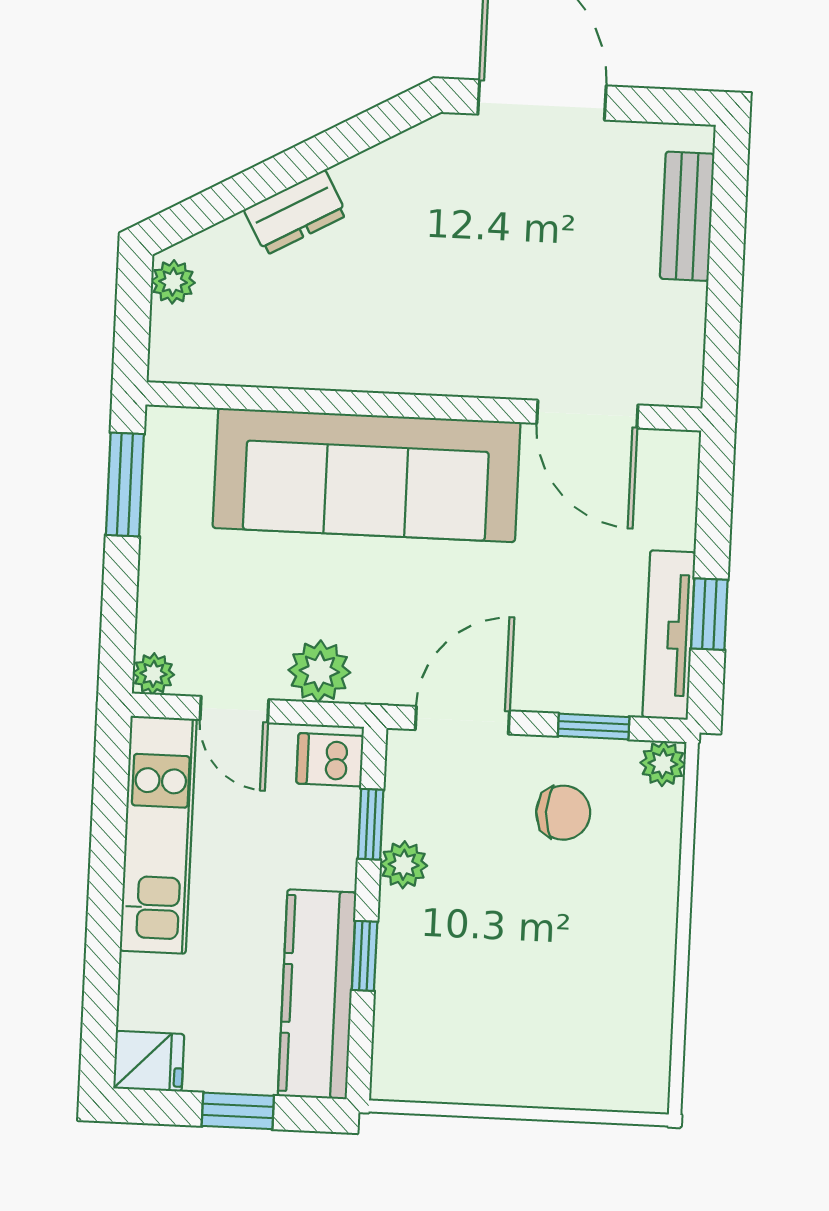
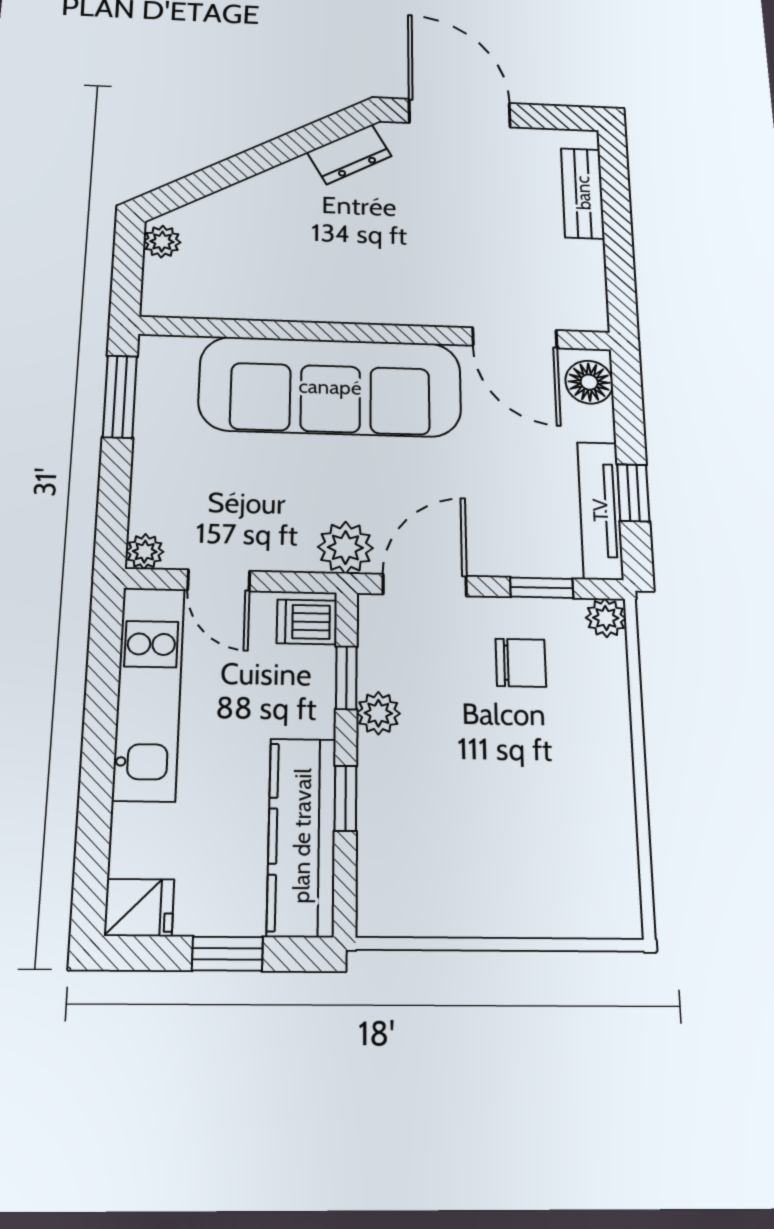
dresser: (295, 212) -> (349, 154), moved
floor lamp: (671, 473) -> (589, 382), added
plant: (319, 671) -> (345, 548), moved

